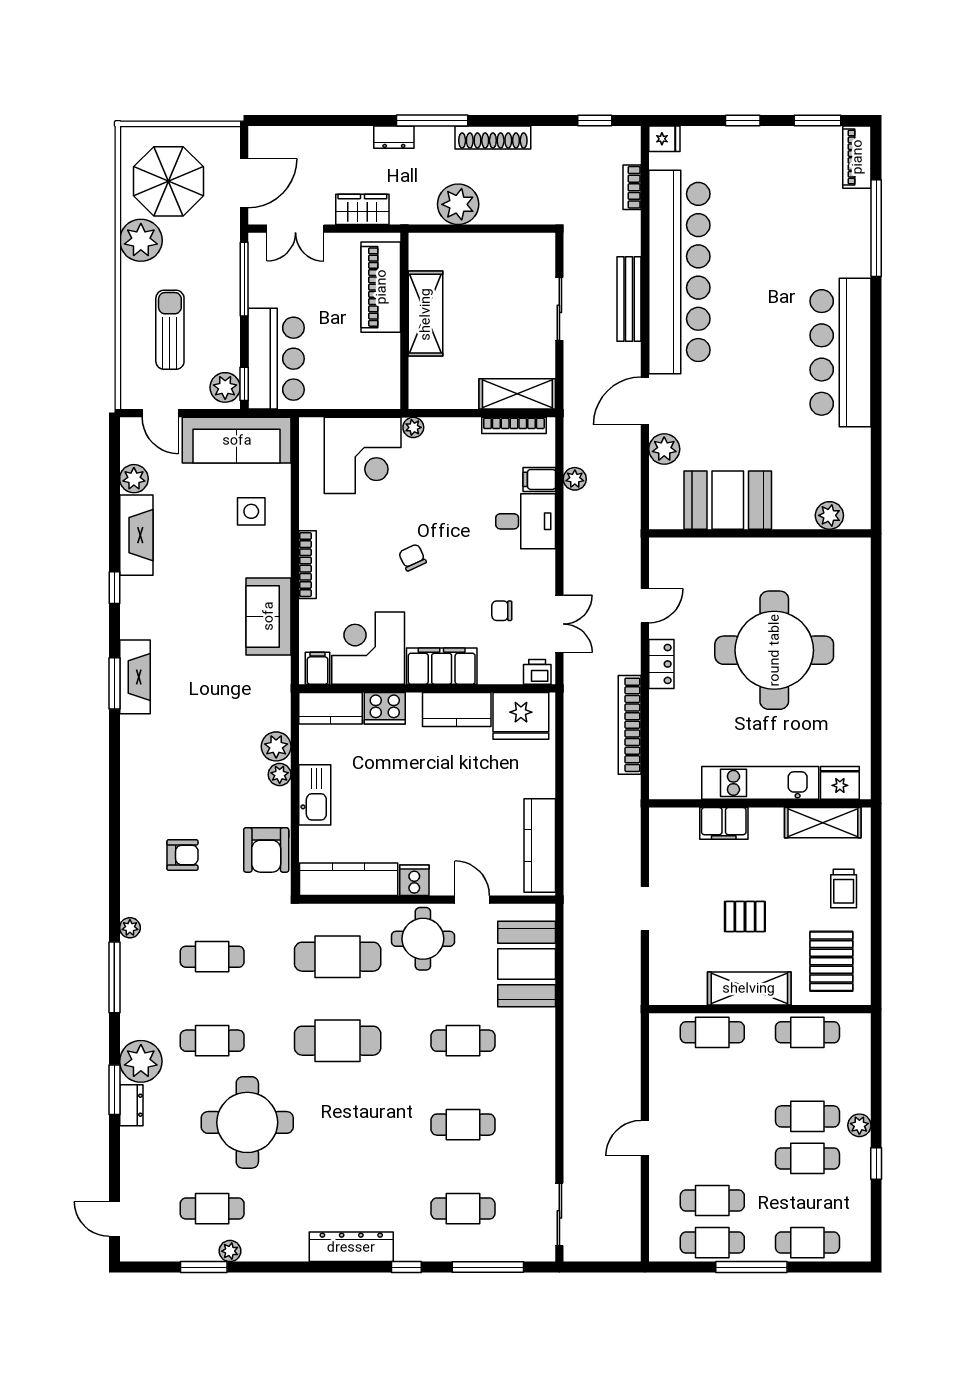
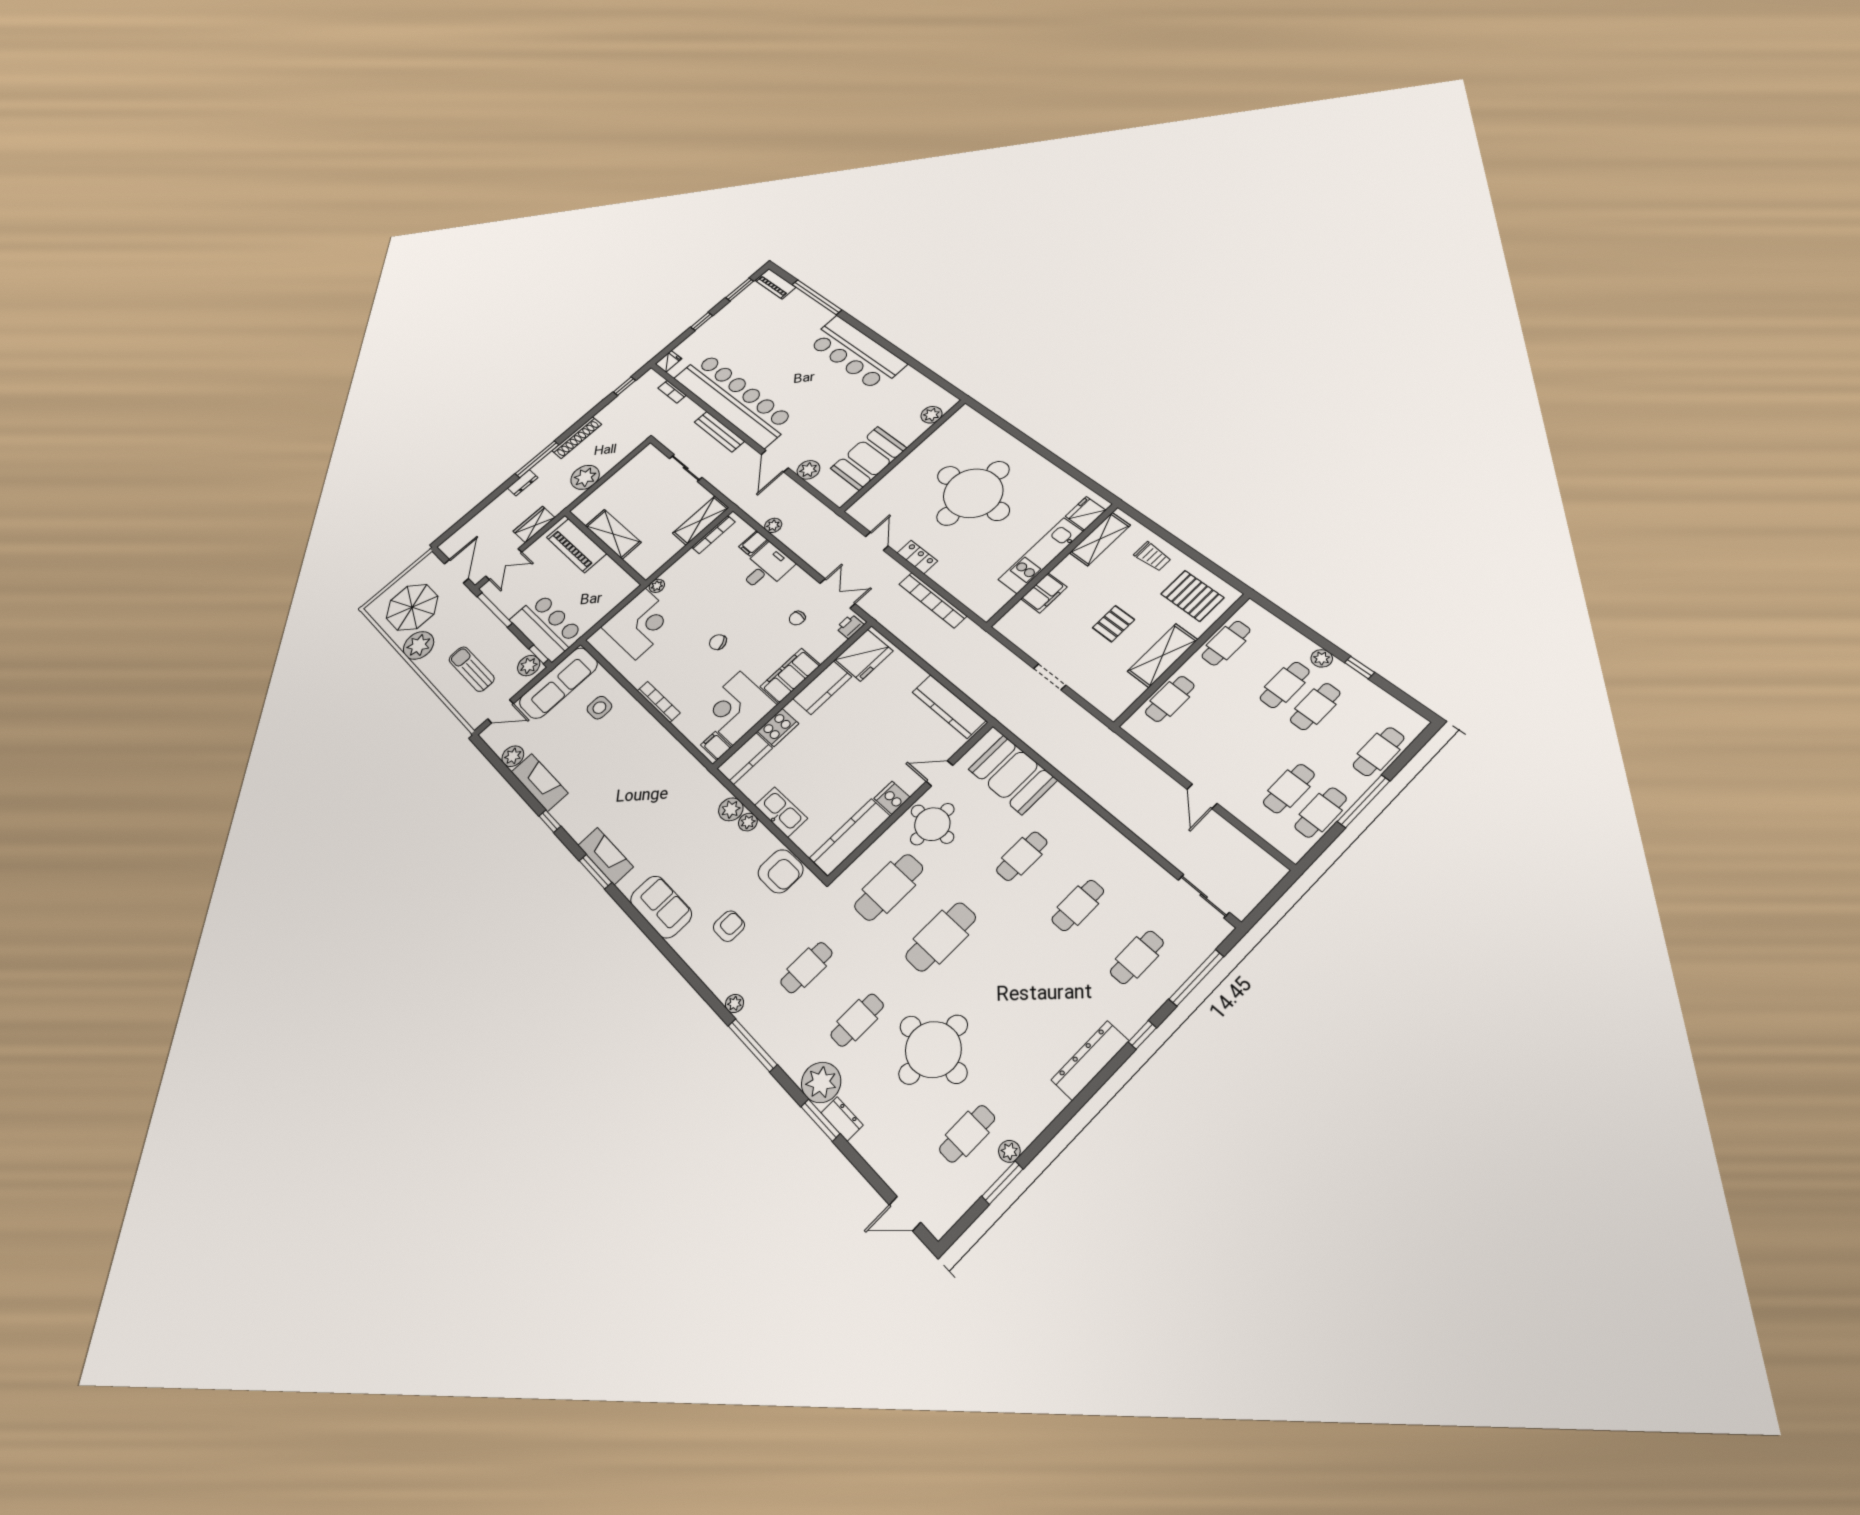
sofa: (268, 616) -> (661, 907), moved, turned 180

